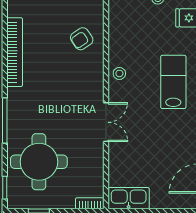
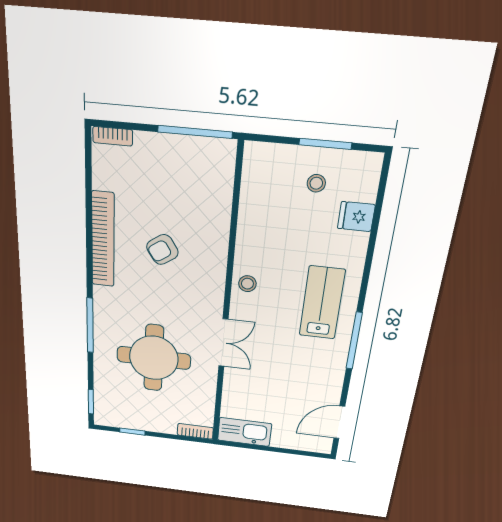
armchair: (82, 39) -> (162, 250), moved
round table: (39, 162) -> (154, 358), moved

